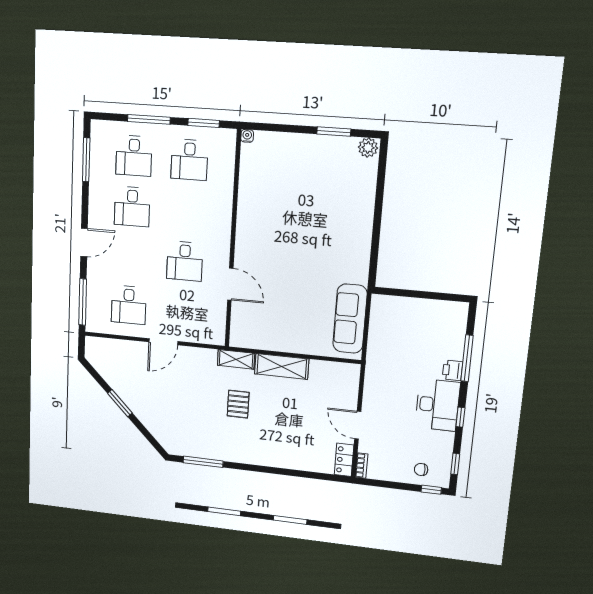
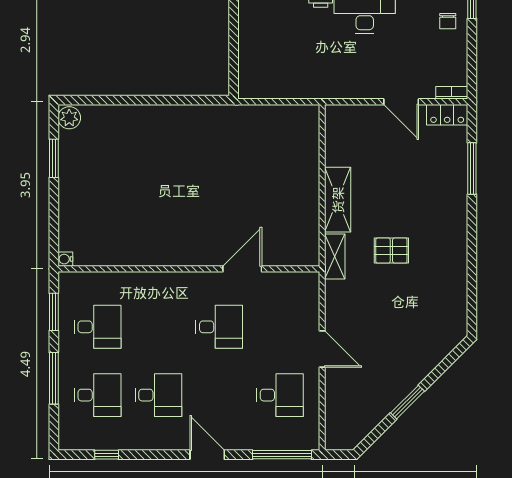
window: (86, 160) -> (107, 455), width x0.46
sofa: (350, 319) -> (270, 122), removed
door: (358, 425) -> (401, 102), hinge flipped
window: (203, 462) -> (472, 169), moved

